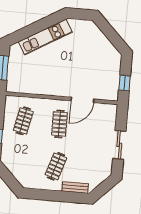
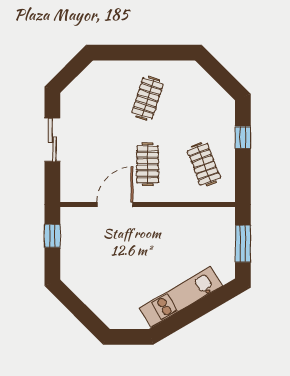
clothes rail: (23, 121) -> (204, 164), turned -33
bench: (75, 187) -> (115, 68), removed

